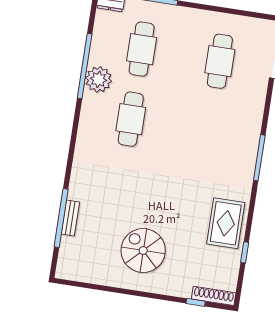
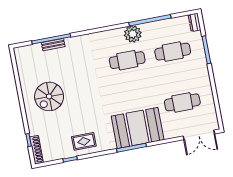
plant: (99, 79) -> (133, 34), moved
booth: (234, 139) -> (138, 128), added
rug: (226, 223) -> (84, 141), width x0.73, depth x0.70
spiral stairs: (143, 251) -> (49, 96), turned 180

